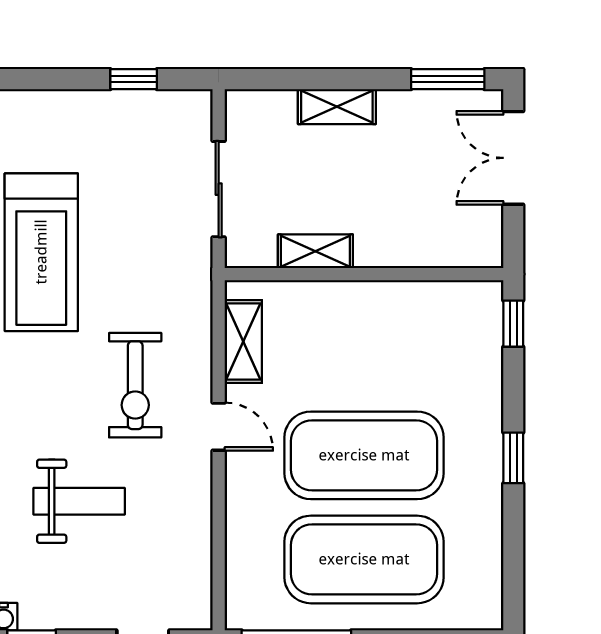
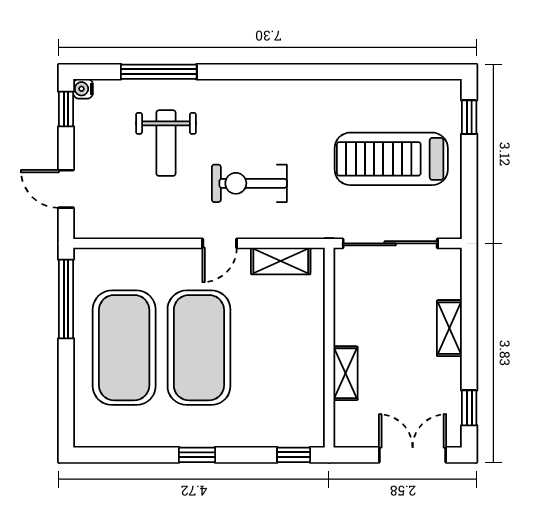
window: (134, 79) -> (469, 117), moved
window: (448, 79) -> (469, 408), width x0.67
sliding door: (219, 189) -> (390, 243), width x1.37
shelving: (315, 251) -> (345, 373), moved
treadmill: (41, 252) -> (391, 159), moved

